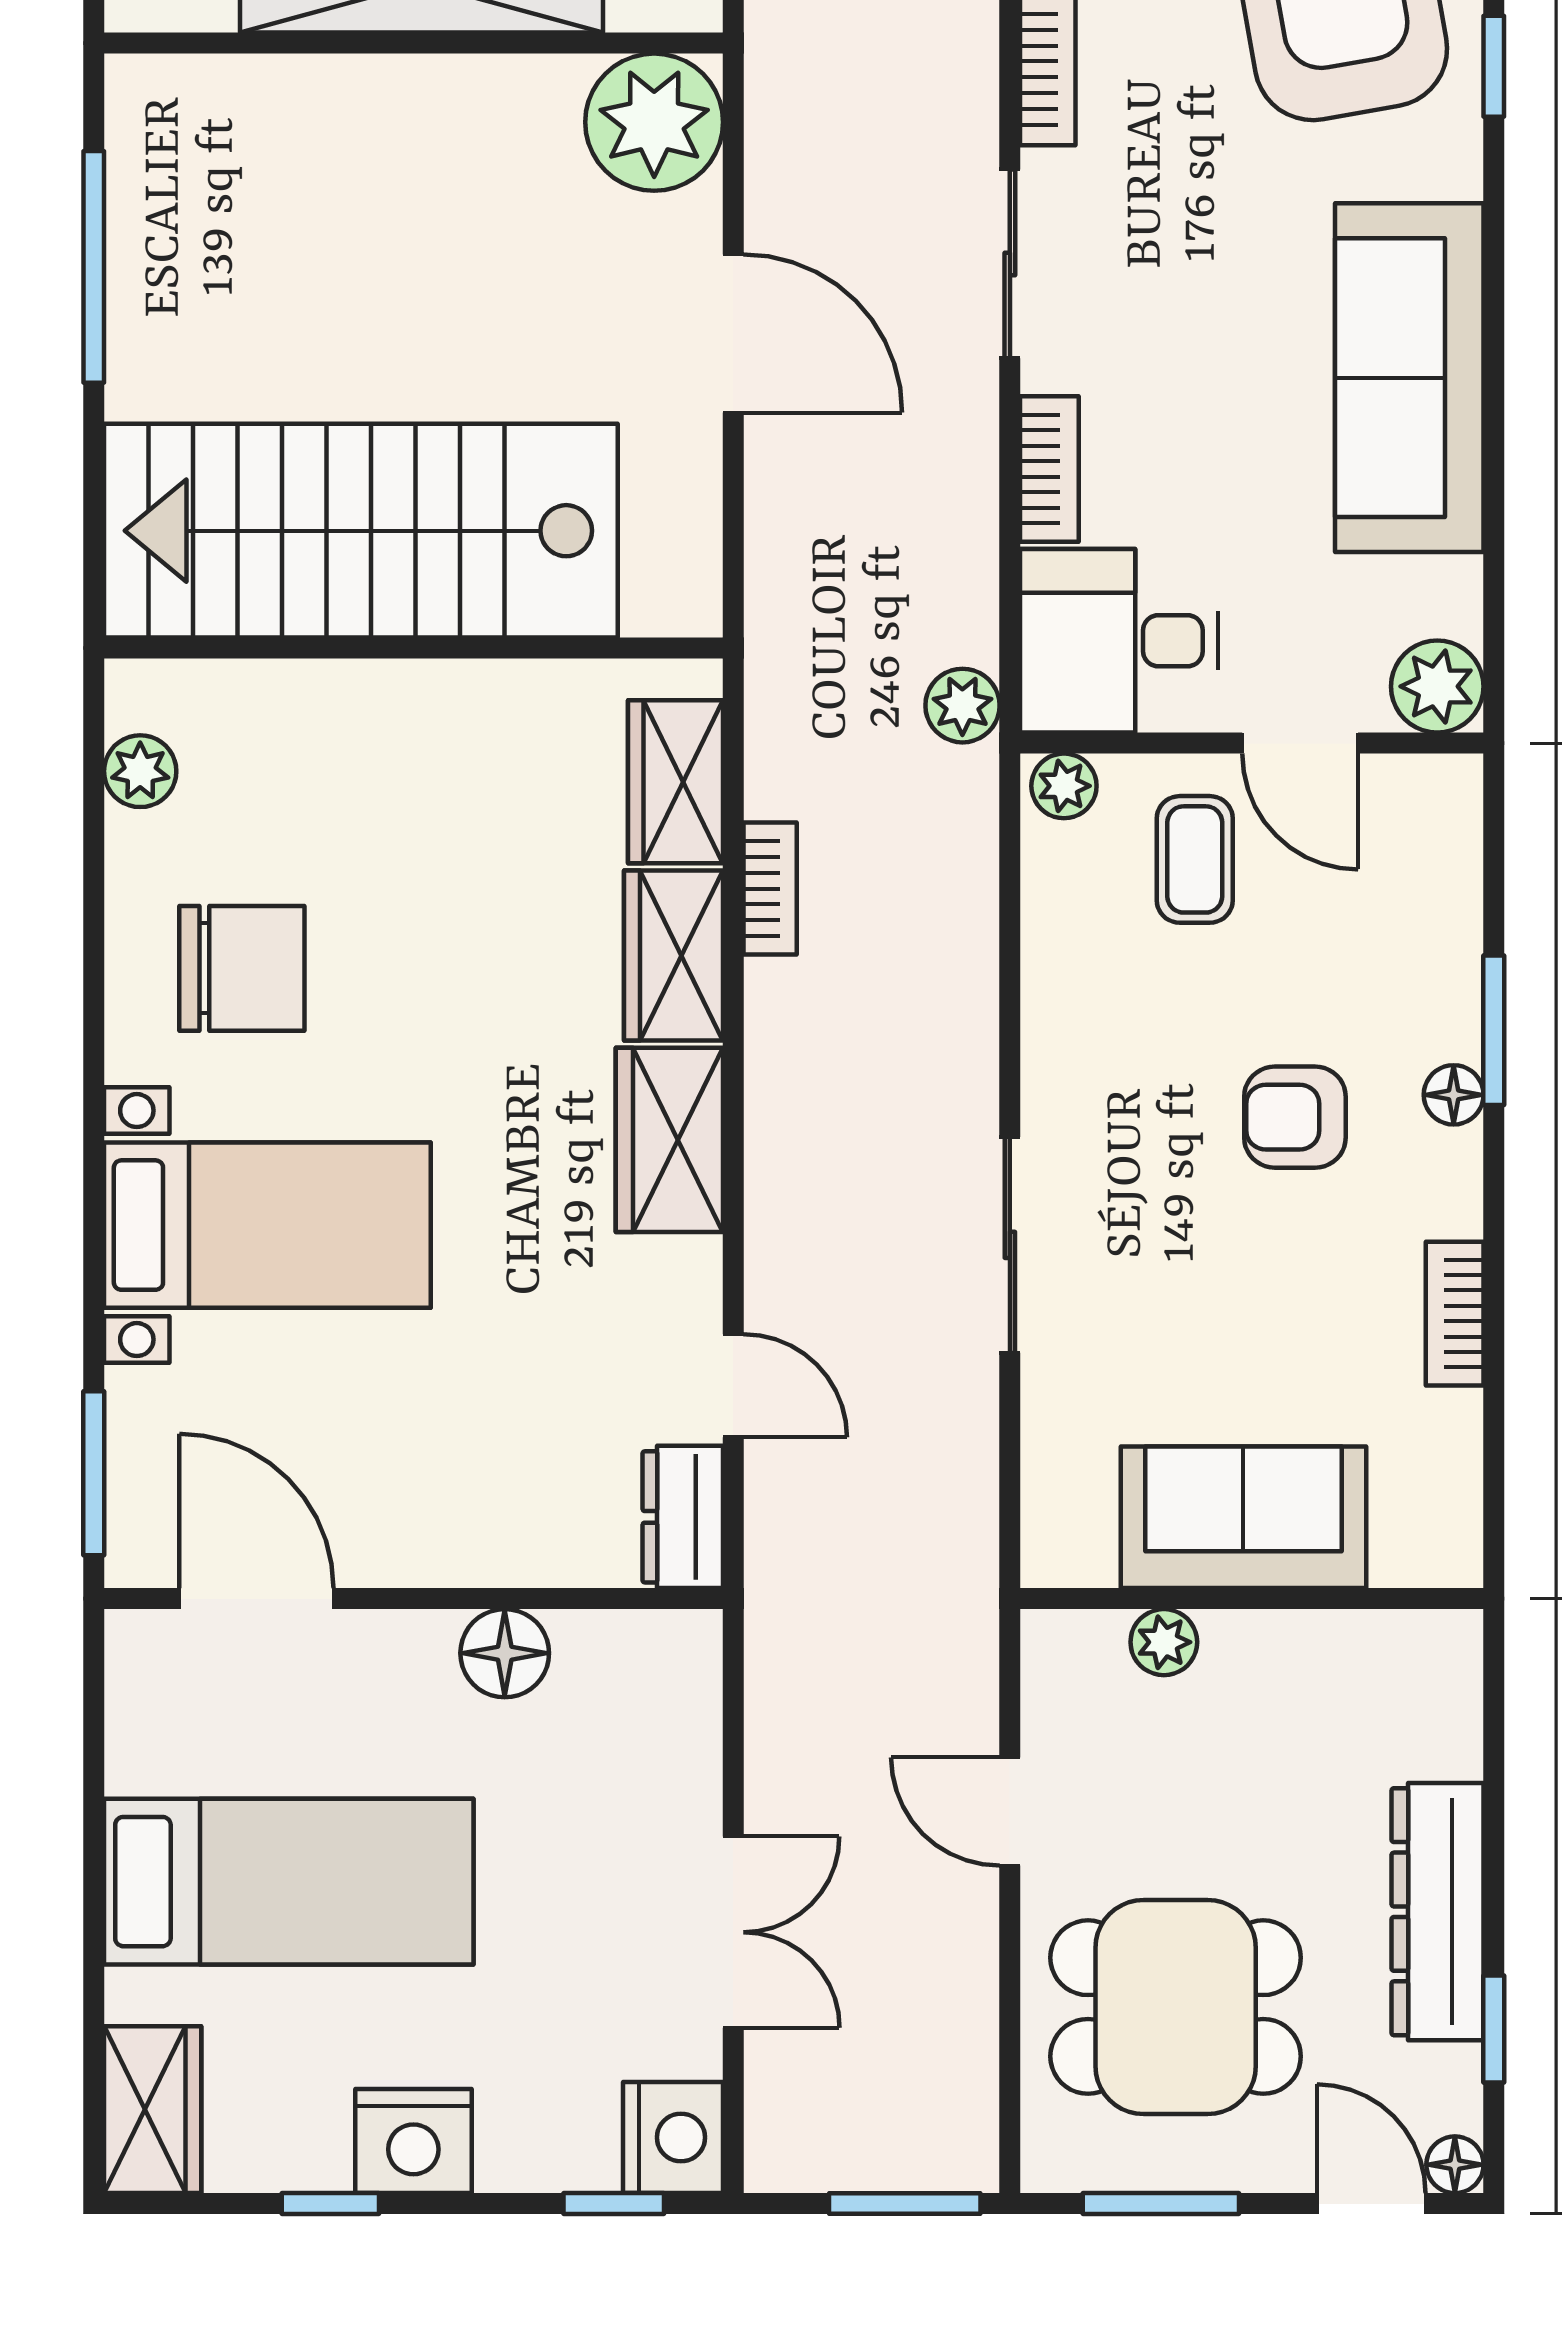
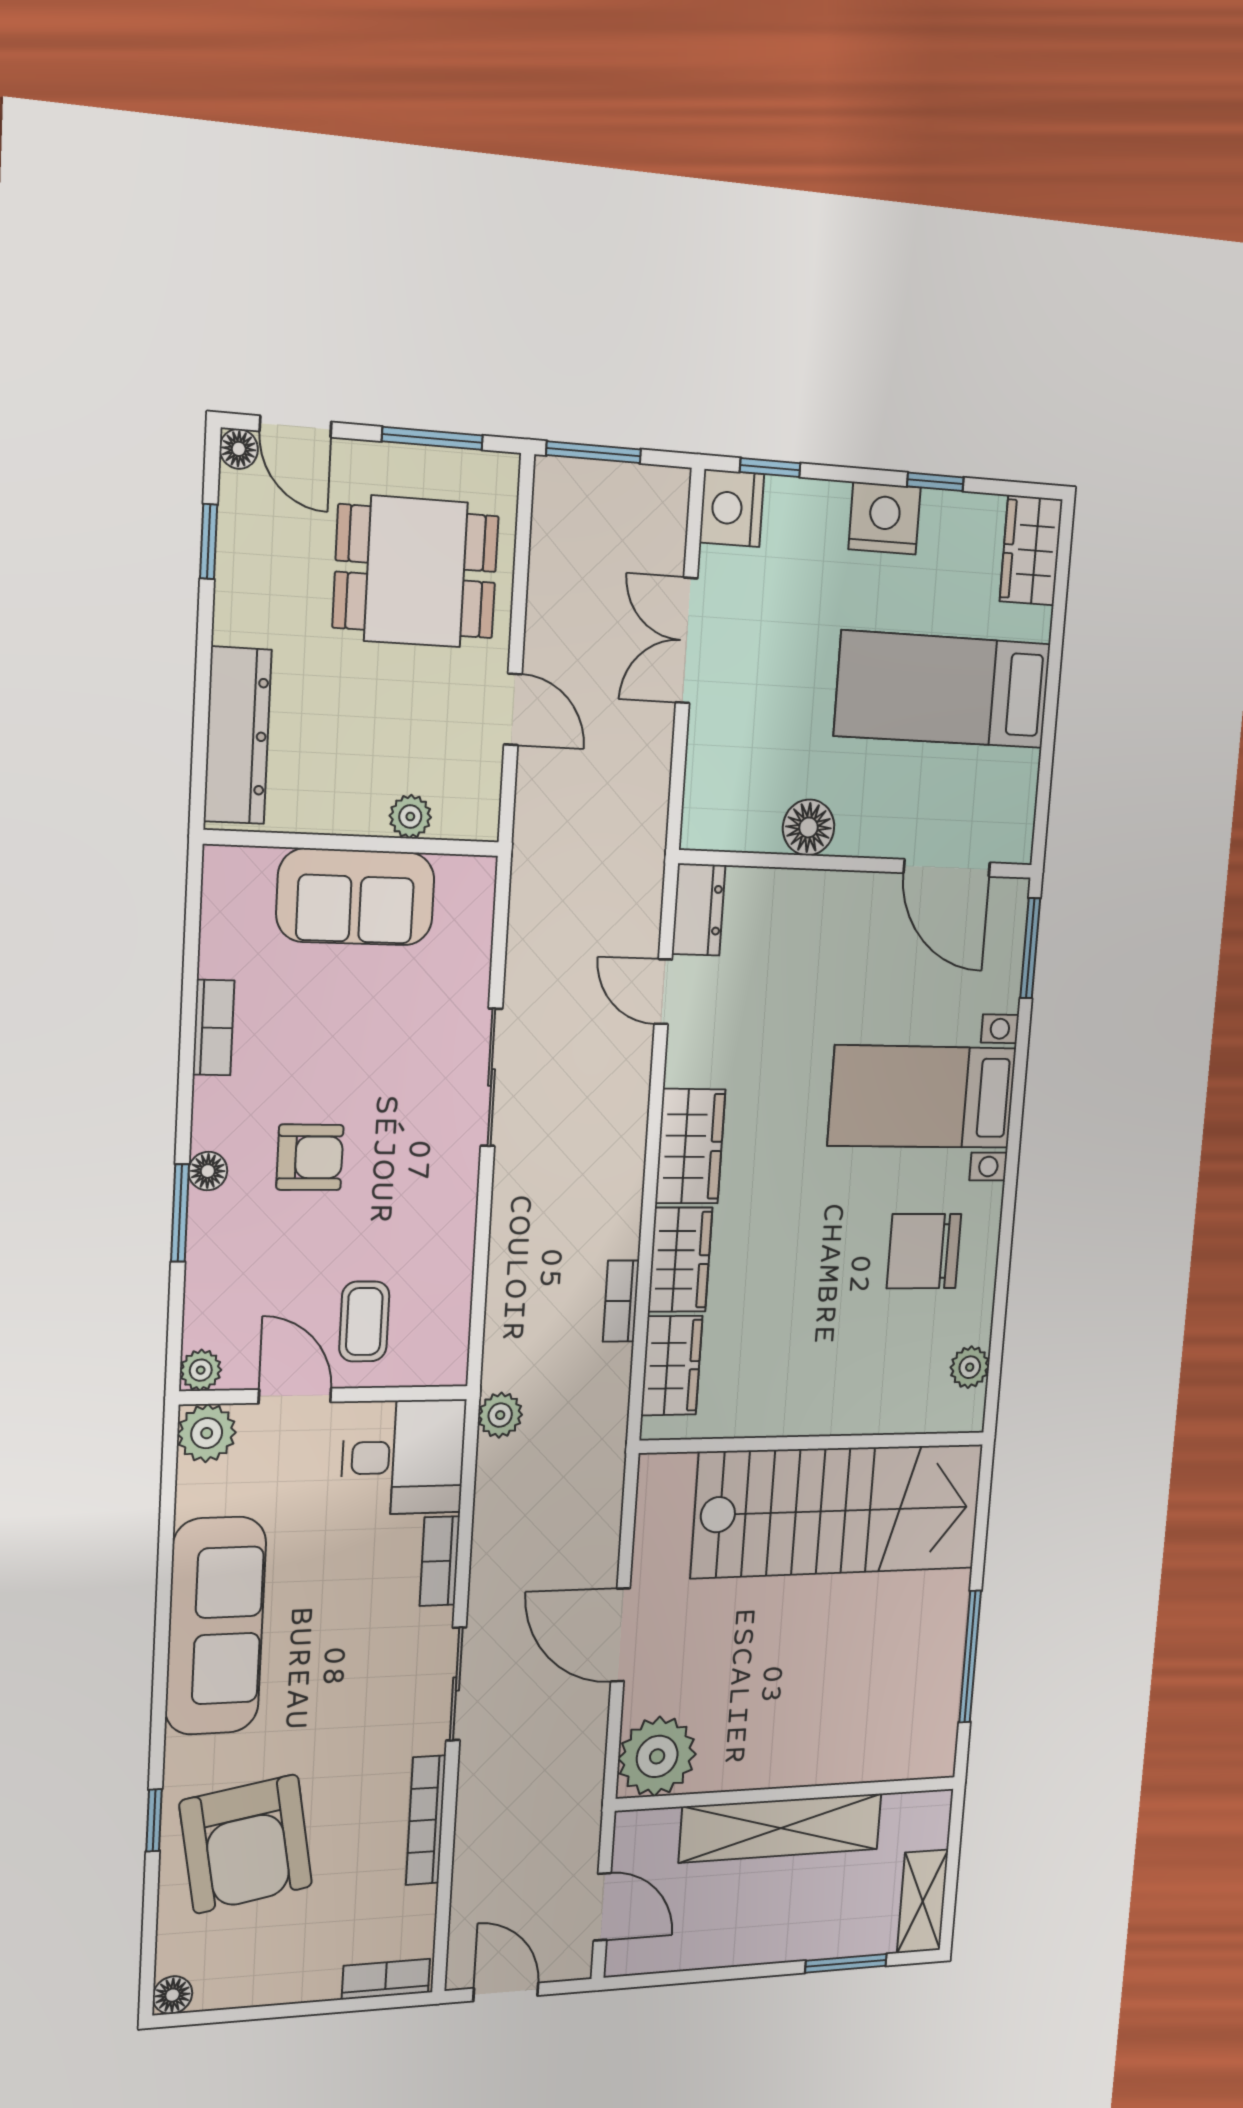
plant: (1064, 786) -> (201, 1370), moved
dresser: (1438, 1912) -> (238, 736), moved

